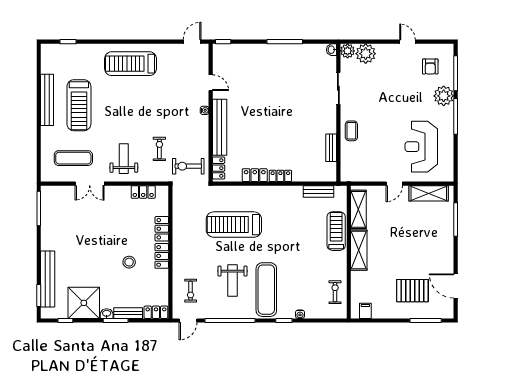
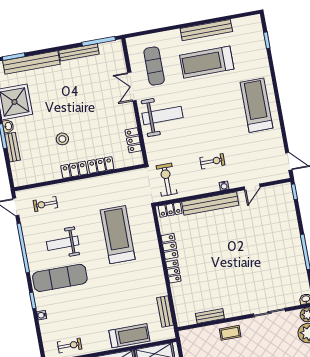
exercise bike: (159, 149) -> (212, 161), moved
weight bench: (124, 159) -> (162, 115), width x1.36, depth x1.33
bench: (46, 230) -> (79, 52), added
locker: (156, 312) -> (18, 174), removed

